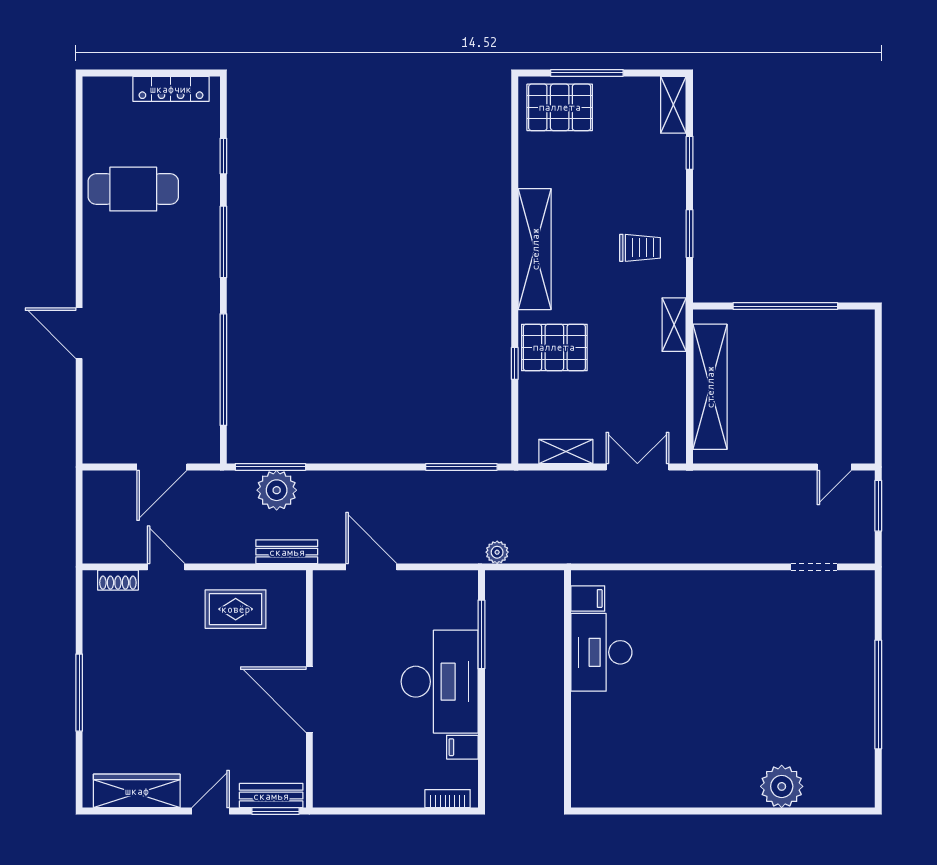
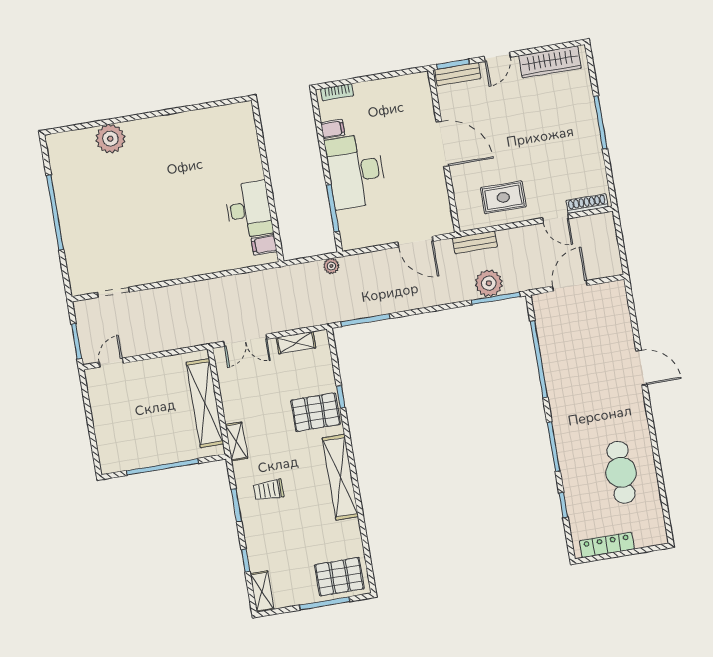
cafe table: (133, 189) -> (621, 472), turned 90
shoe rack: (118, 580) -> (587, 204), width x1.43

